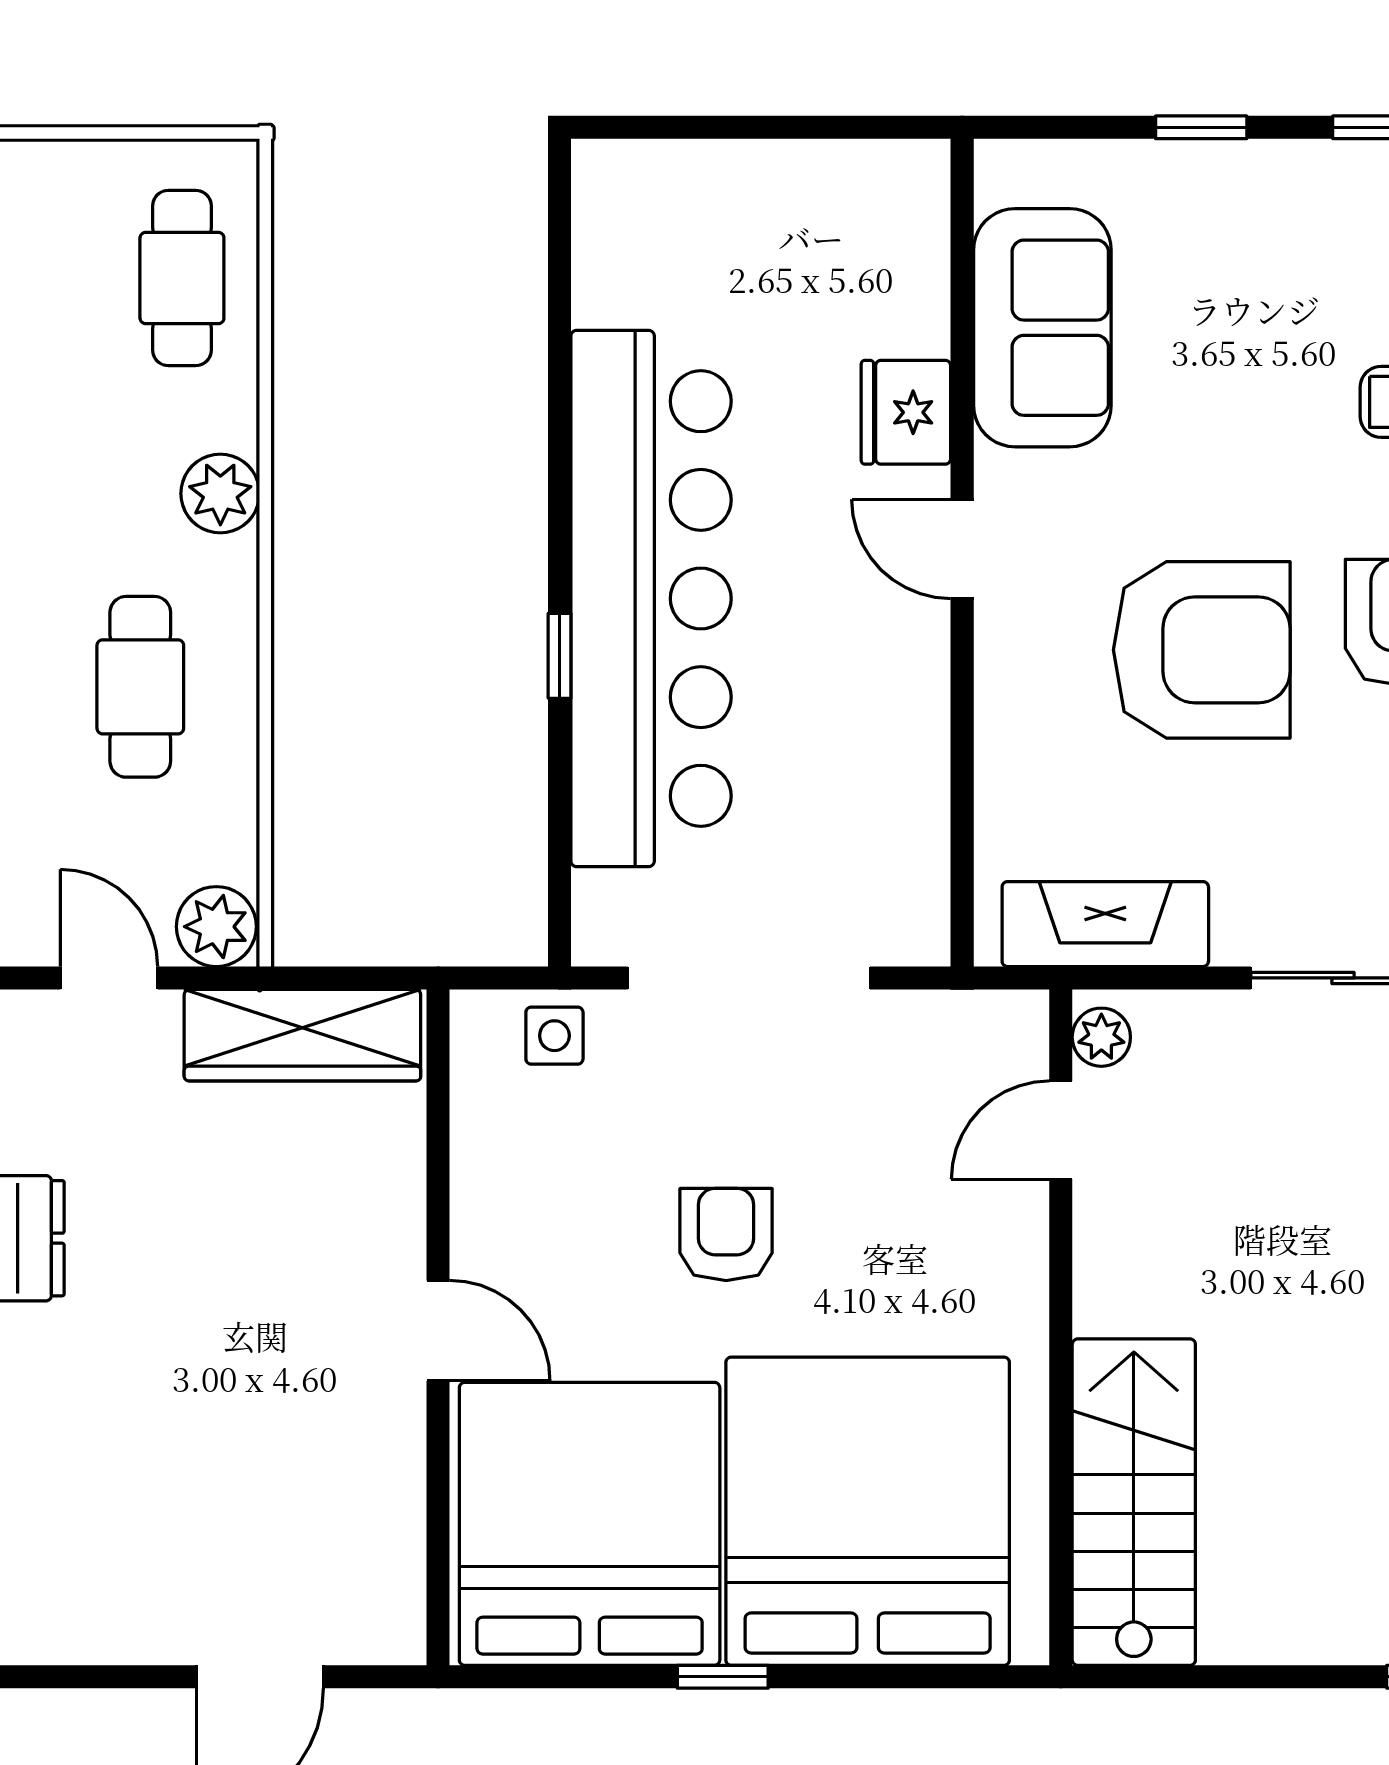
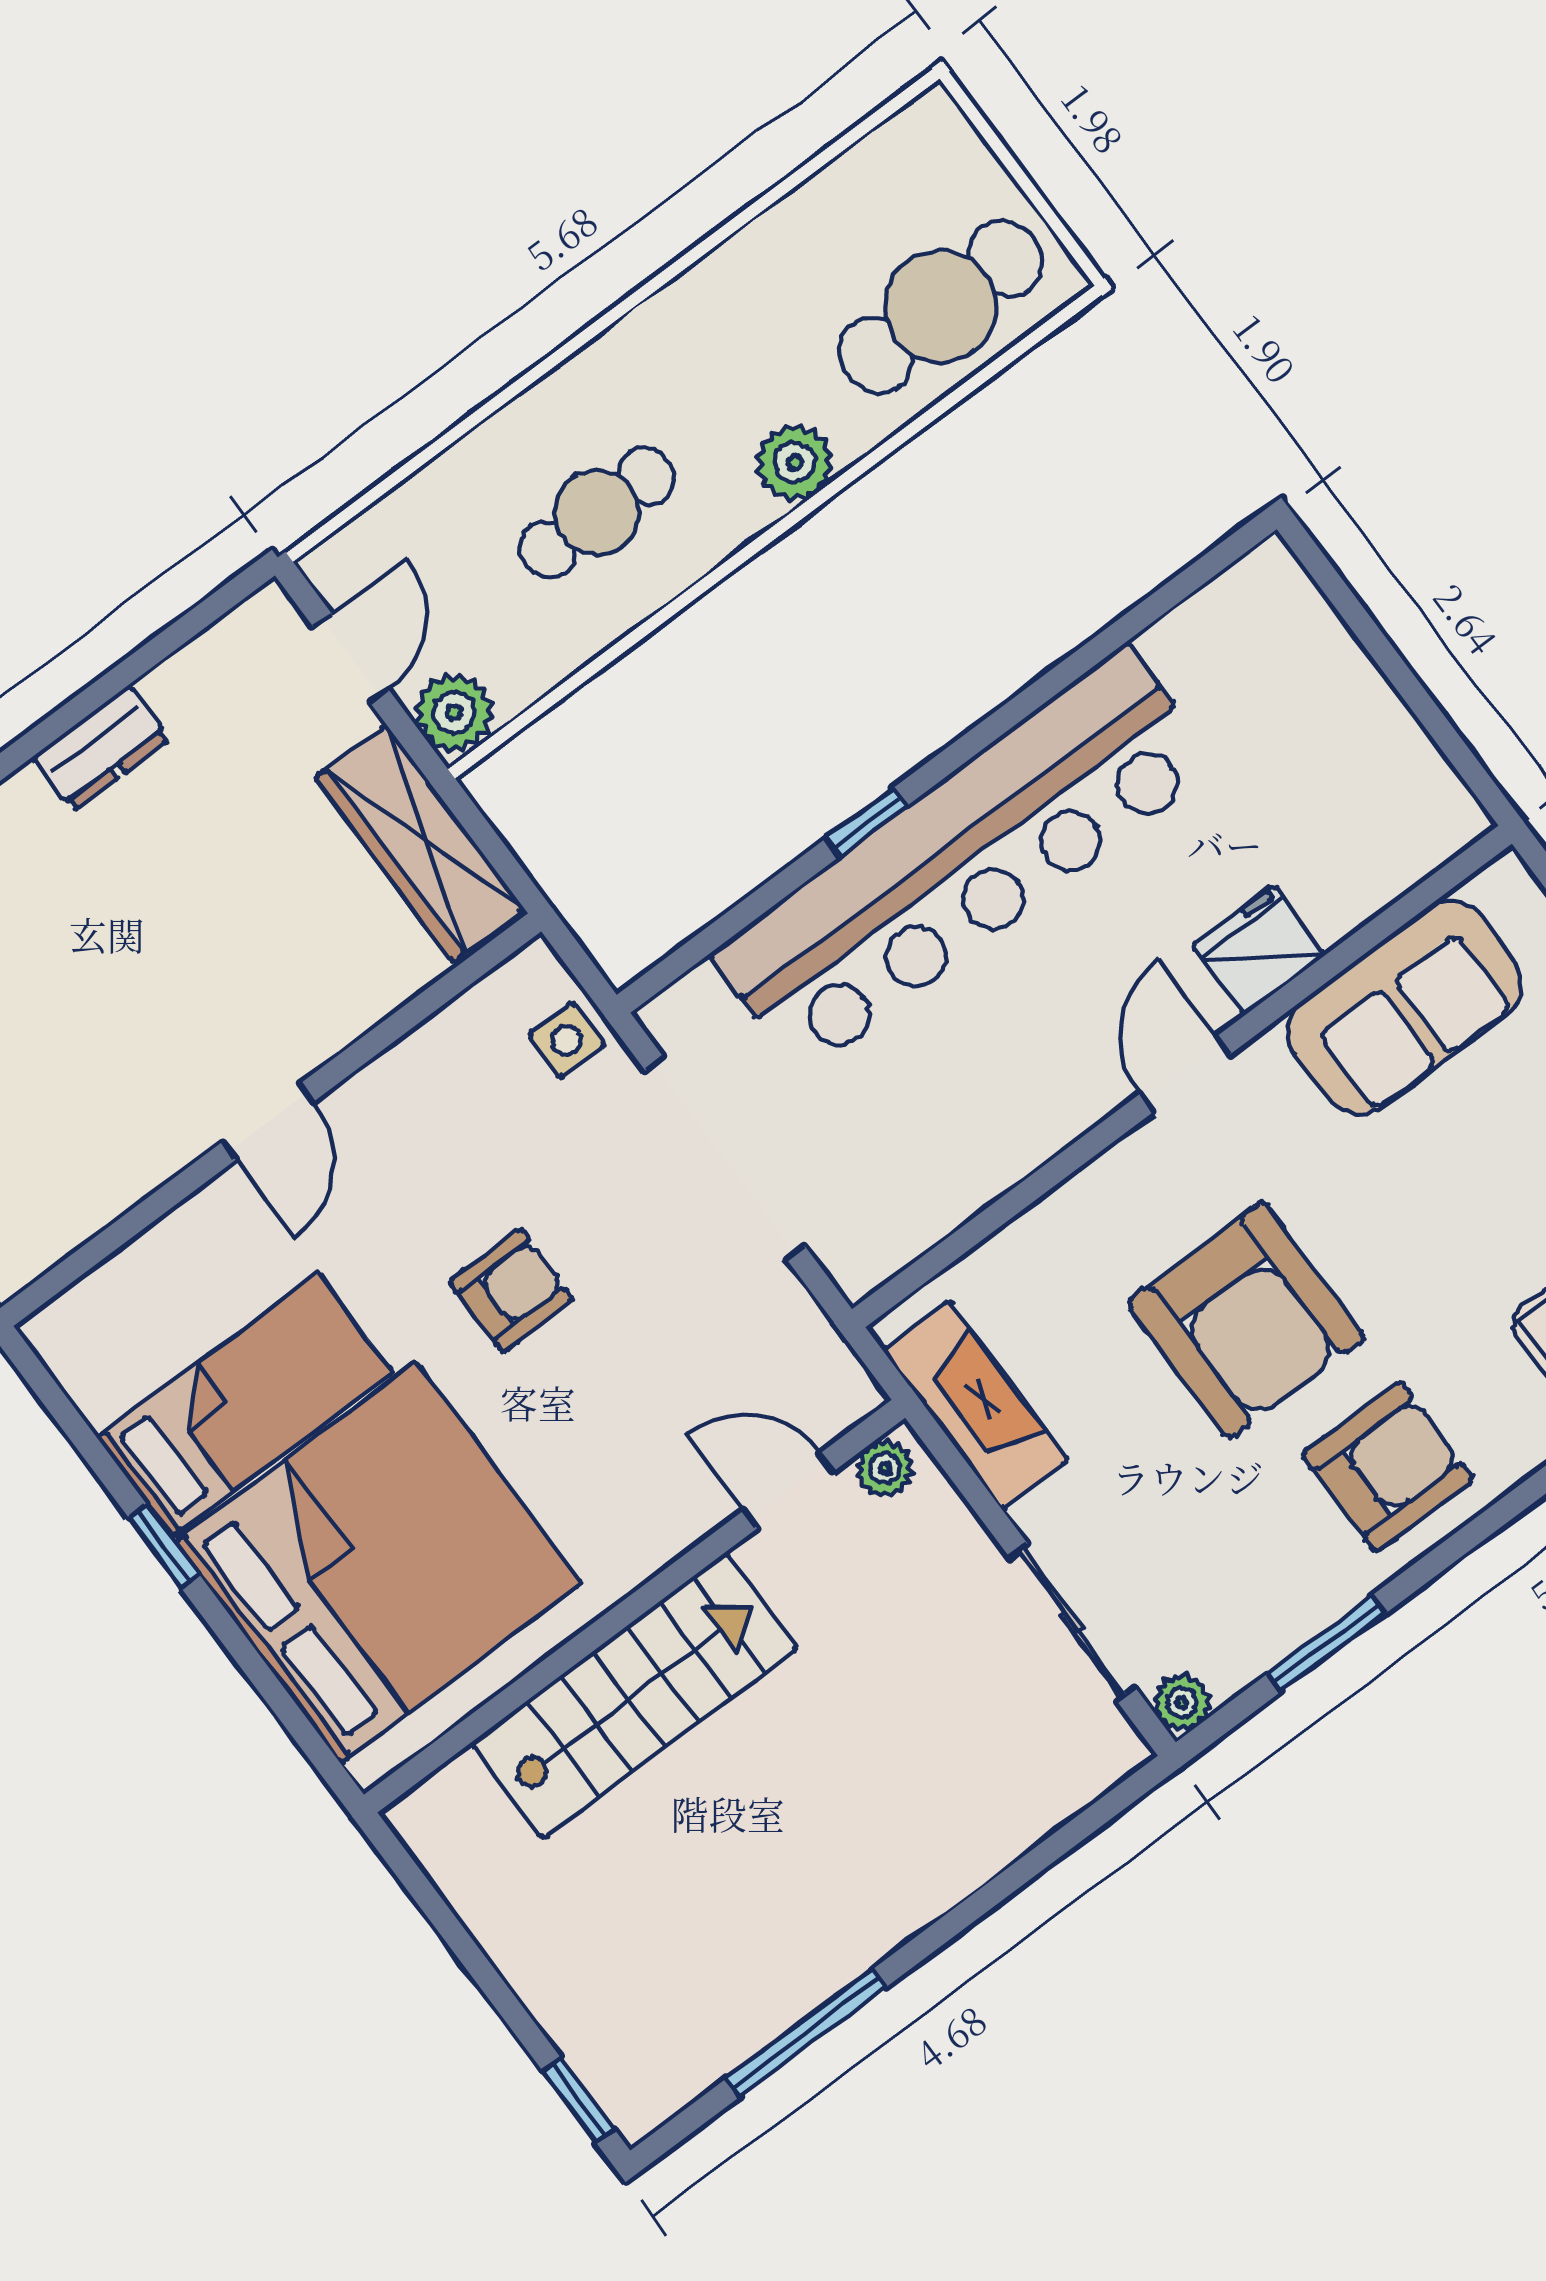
cafe table: (182, 278) -> (941, 307), width x1.37, depth x1.35
stairs: (1134, 1502) -> (634, 1696), moved
bed: (590, 1524) -> (245, 1405), width x0.49

